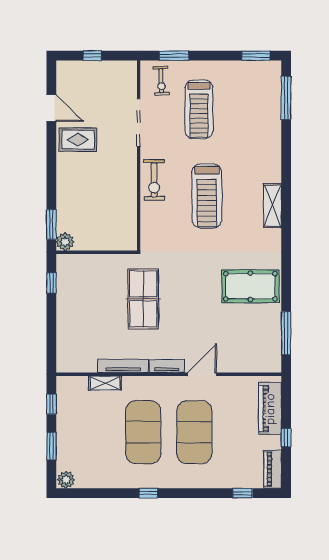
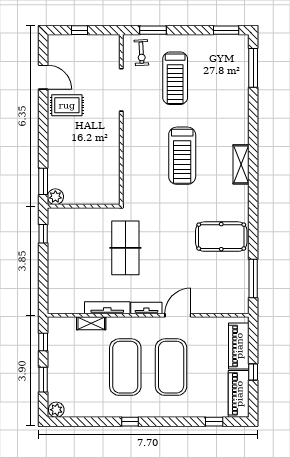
exercise bike: (154, 180) -> (135, 141), removed
piano: (273, 469) -> (239, 394), width x1.37, depth x1.33

